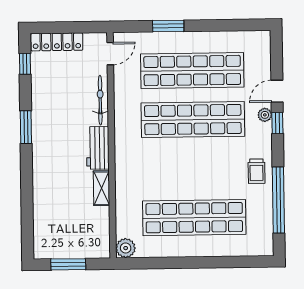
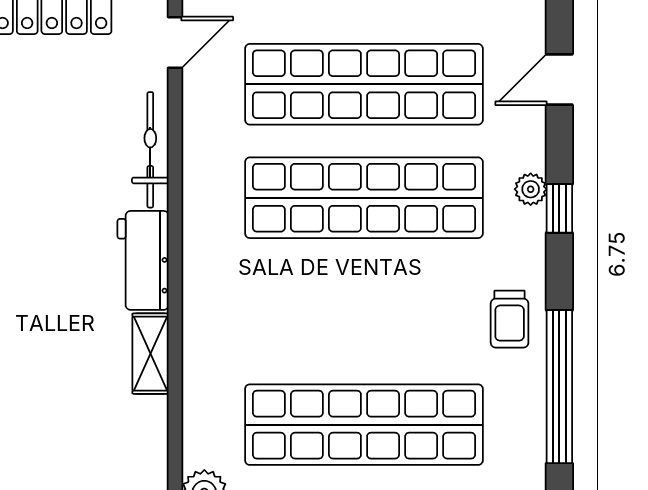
door: (277, 91) -> (559, 79), moved

